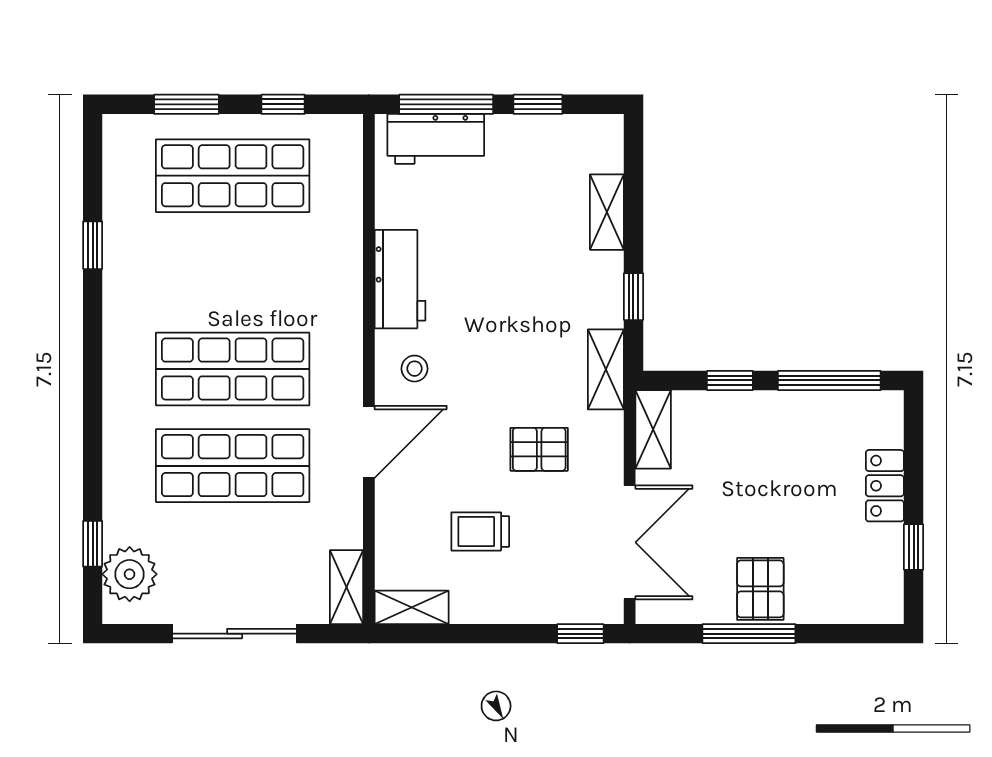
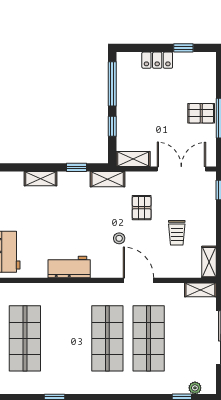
stool: (415, 369) -> (119, 238), moved
plant: (130, 574) -> (195, 388), width x0.53, depth x0.53

